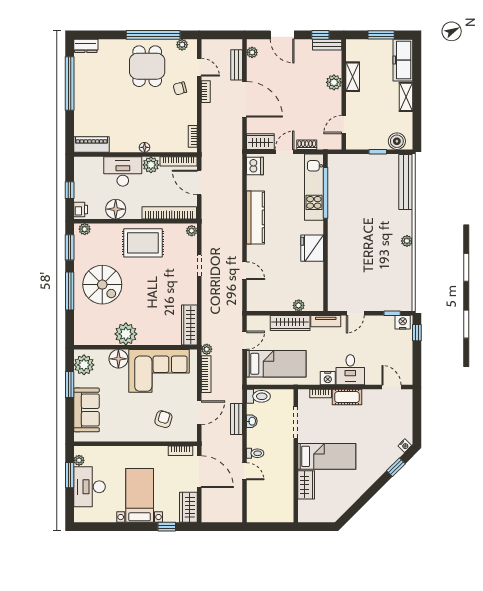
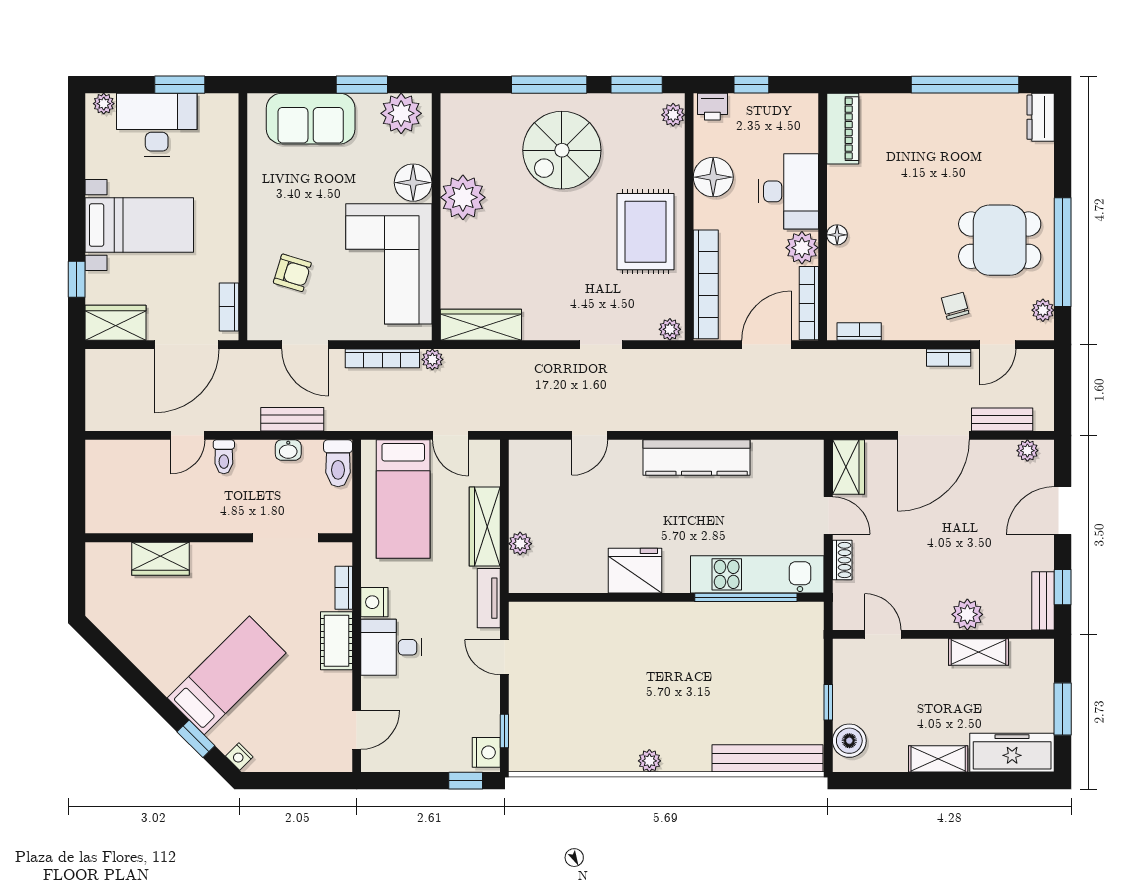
dishwasher: (255, 166) -> (800, 456), removed
bed: (327, 456) -> (227, 675), moved, turned -135
plant: (79, 460) -> (104, 104), moved

